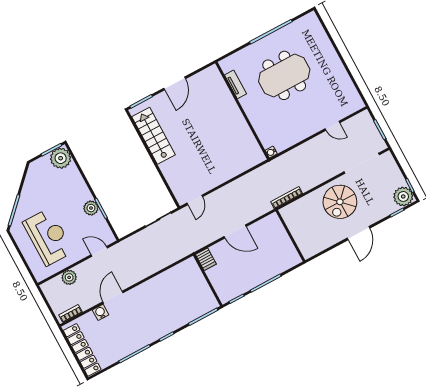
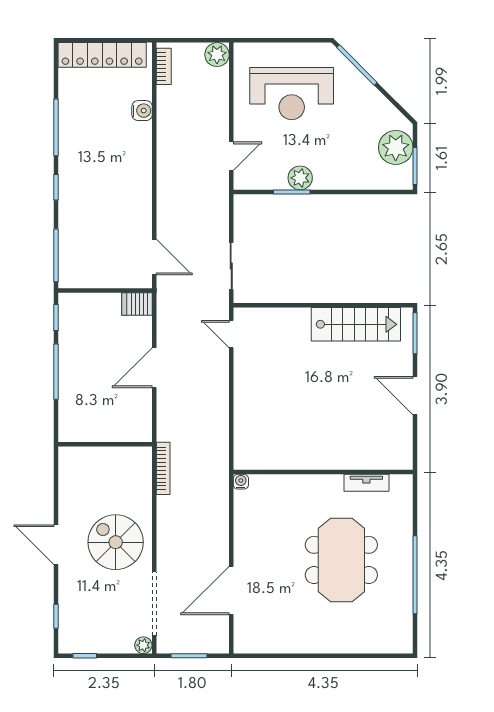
door: (332, 126) -> (231, 591), width x1.87
plant: (61, 158) -> (396, 147), moved
plant: (403, 196) -> (143, 645), moved, width x0.53, depth x0.53
plant: (69, 277) -> (217, 55), moved
door: (113, 297) -> (154, 257), moved

